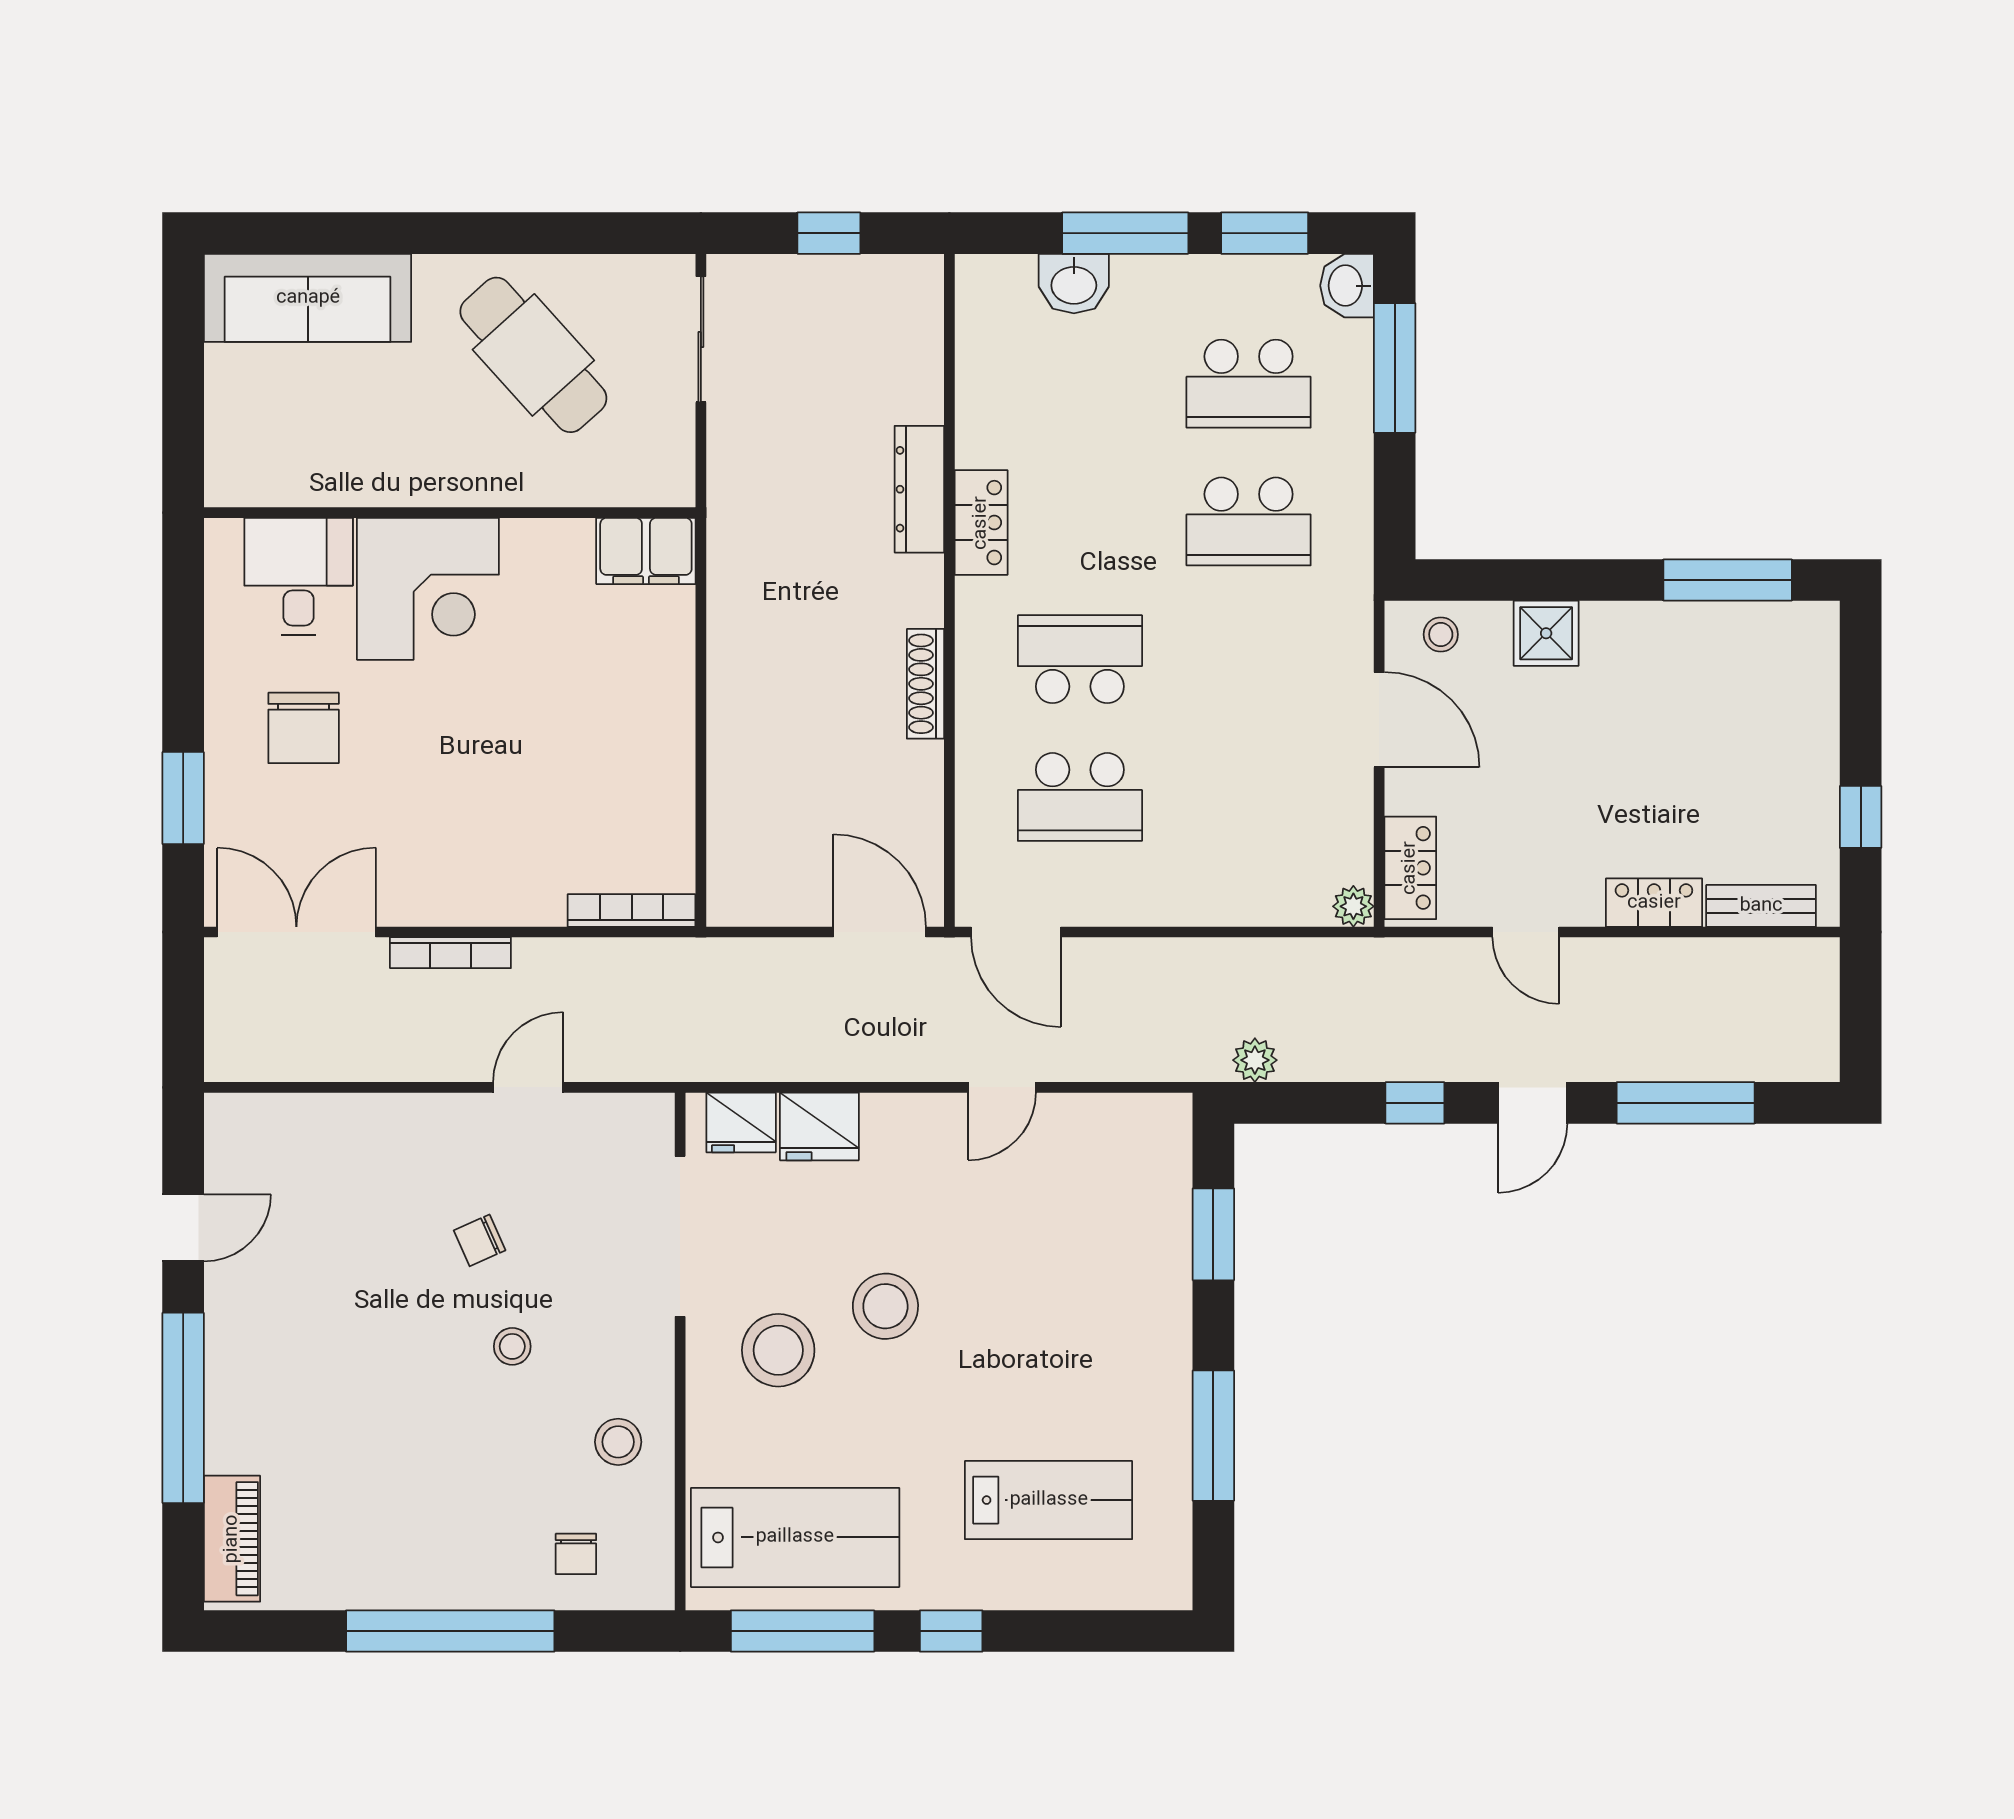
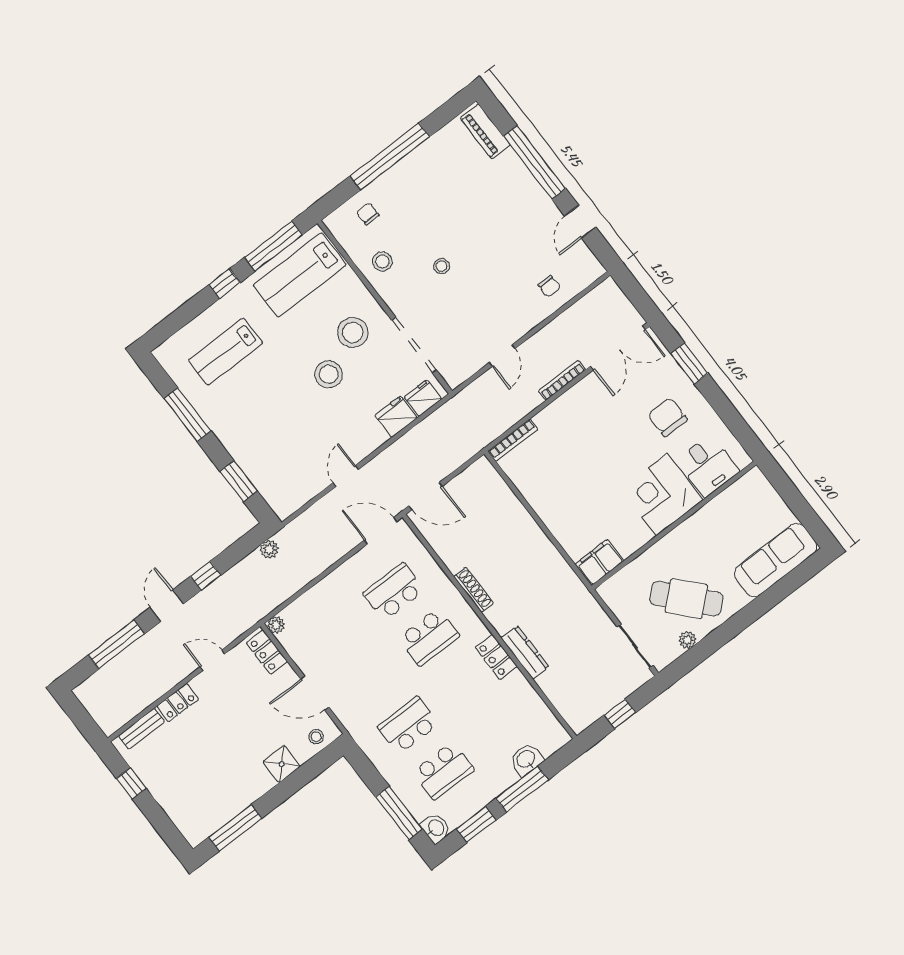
plant: (592, 275) -> (688, 640), added
school desk: (1249, 384) -> (443, 771), turned 180
chair: (480, 1240) -> (549, 286), moved, turned 114

